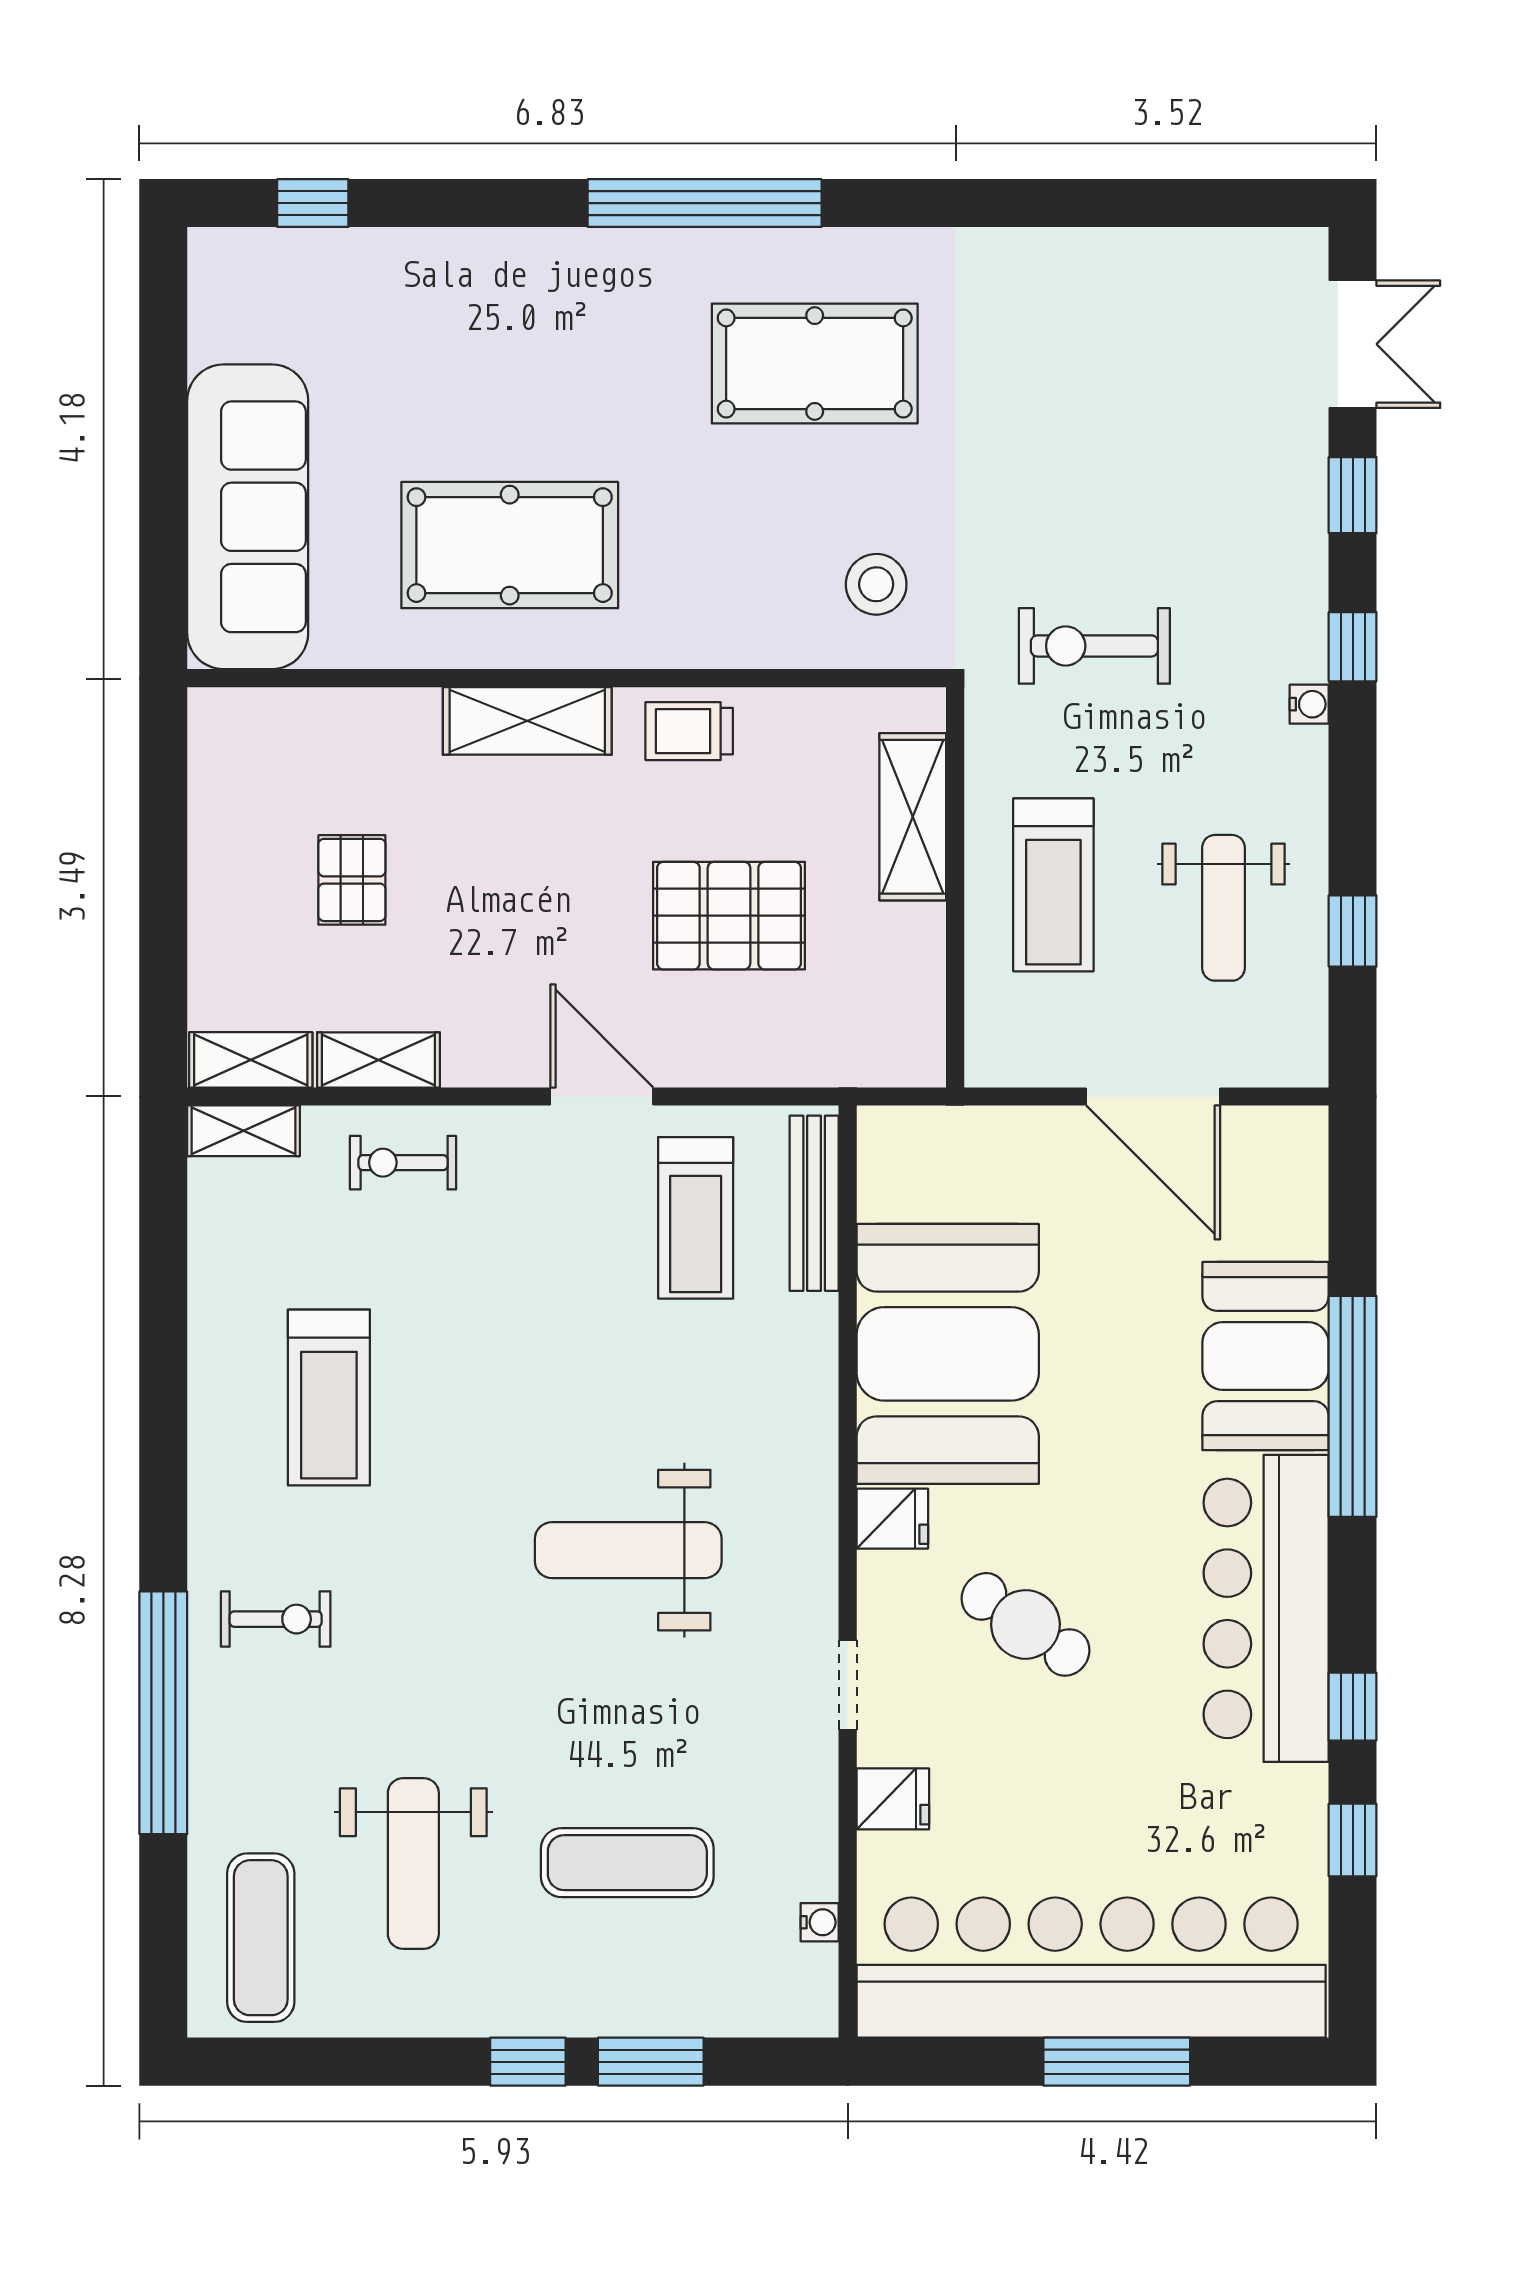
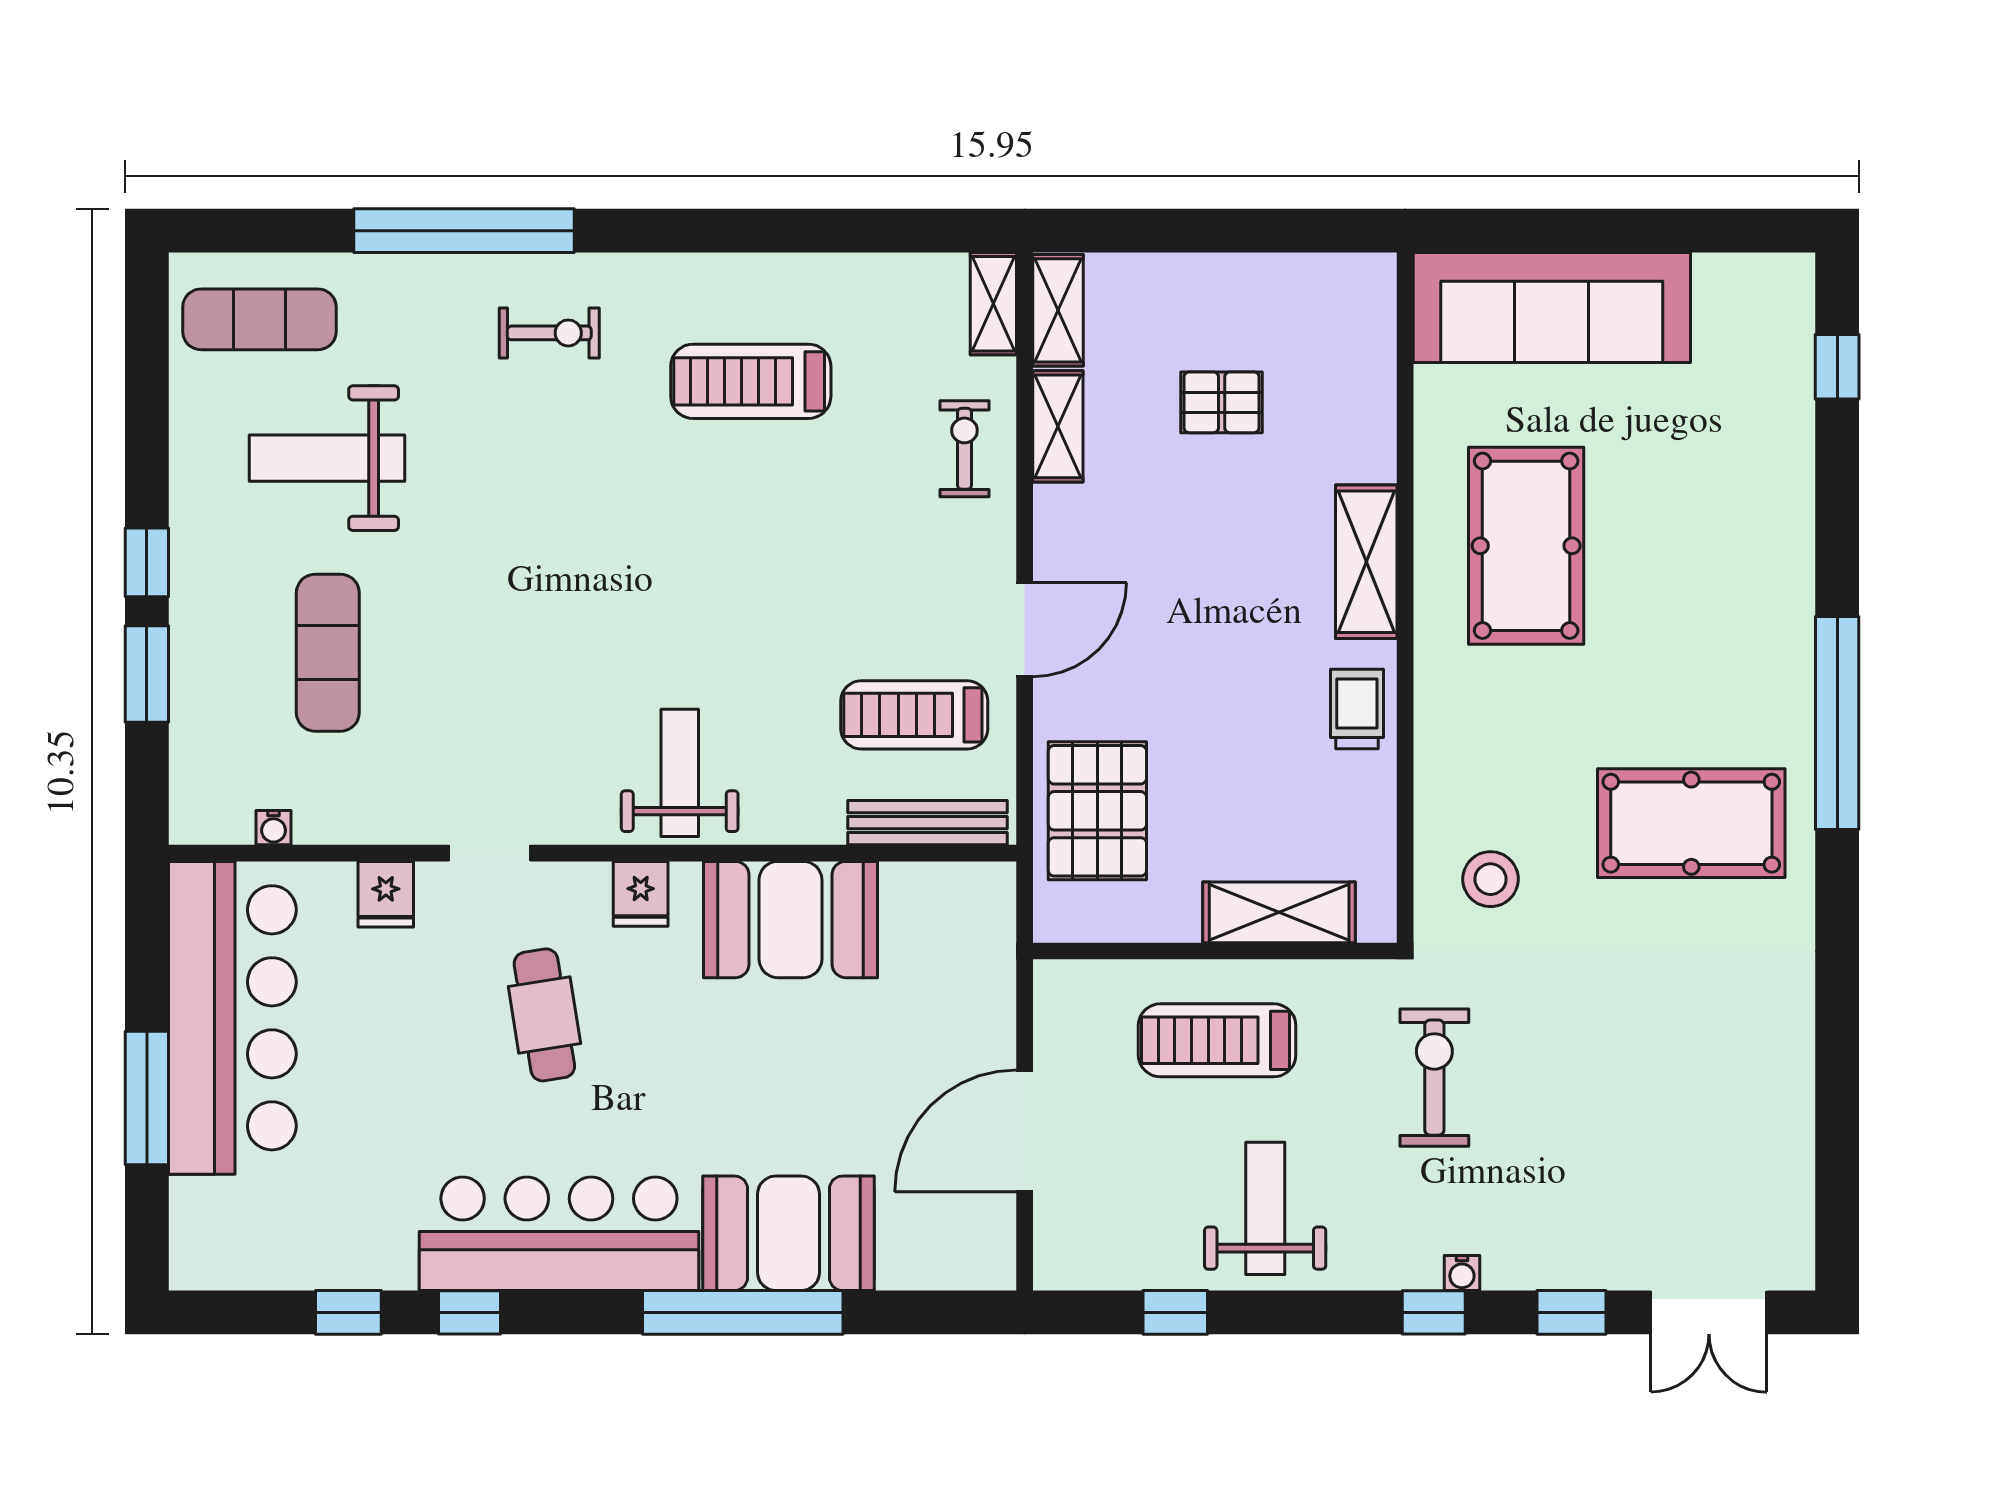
pool table: (815, 364) -> (1691, 823), turned 90
water cooler: (1309, 704) -> (1462, 1273), moved
weight bench: (1224, 908) -> (1265, 1208), moved, turned 90
pallet: (729, 916) -> (1097, 811), moved
booth: (948, 1354) -> (790, 920), width x0.73, depth x0.70
weight bench: (628, 1550) -> (680, 773), moved, width x0.73, depth x0.75
exercise bike: (276, 1619) -> (549, 333), turned -90
cafe table: (1025, 1624) -> (544, 1015), turned -43
bar counter: (1091, 1968) -> (232, 1018), width x0.73

